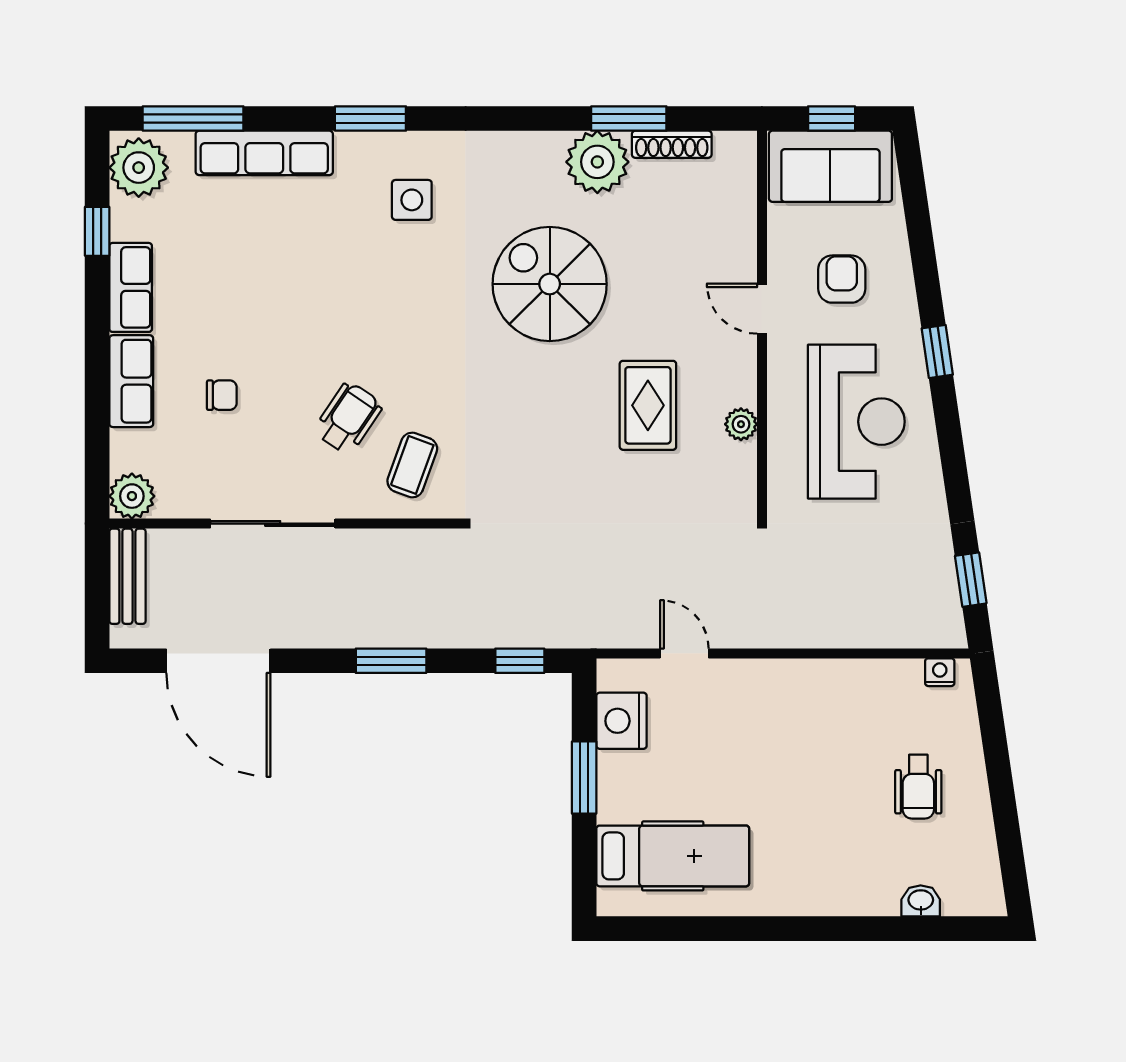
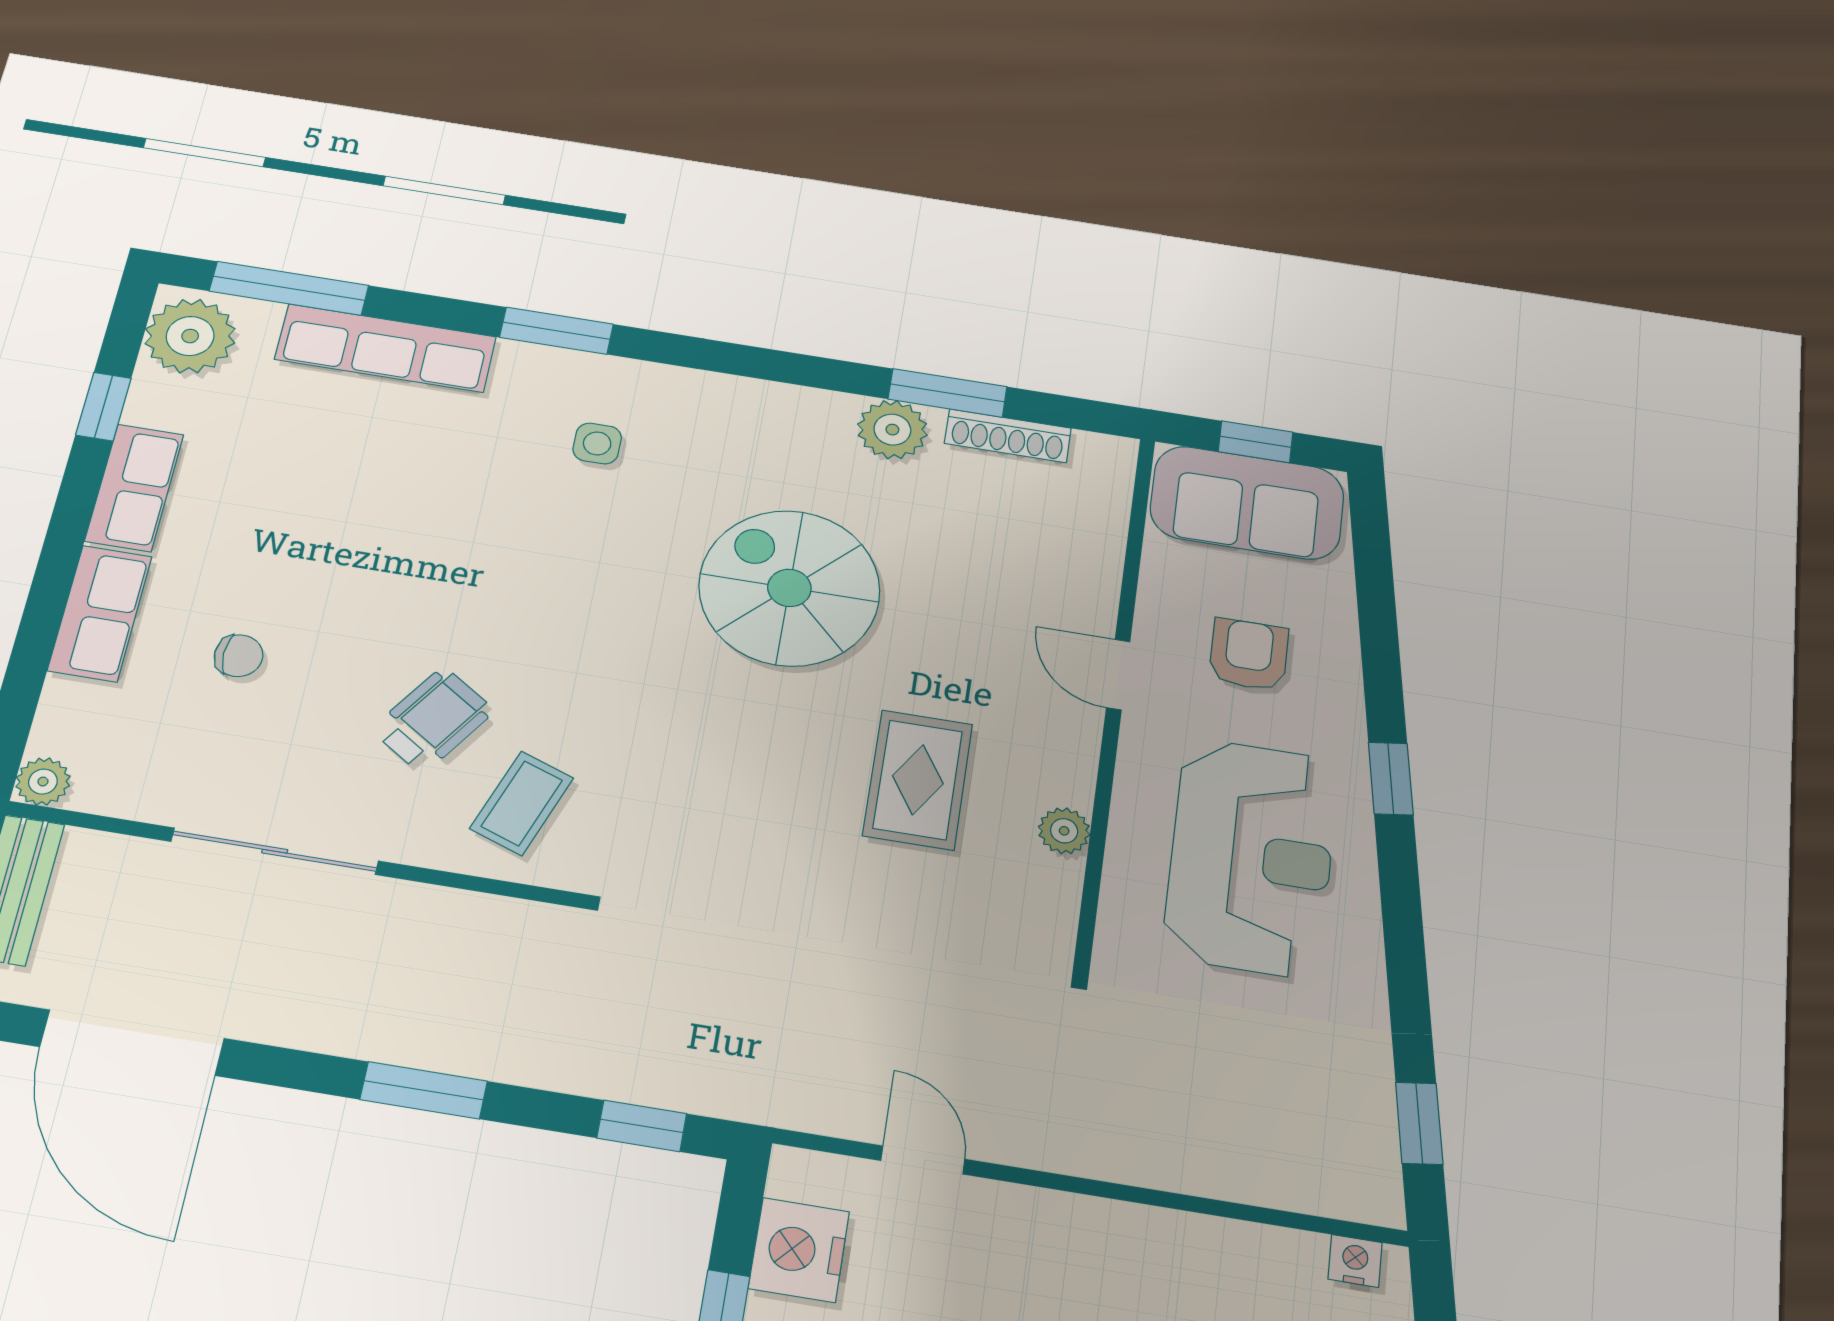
plant: (597, 162) -> (892, 430), width x0.73, depth x0.73
side table: (412, 200) -> (597, 443), width x0.73, depth x0.73
plant: (132, 496) -> (43, 782), width x0.73, depth x0.73

